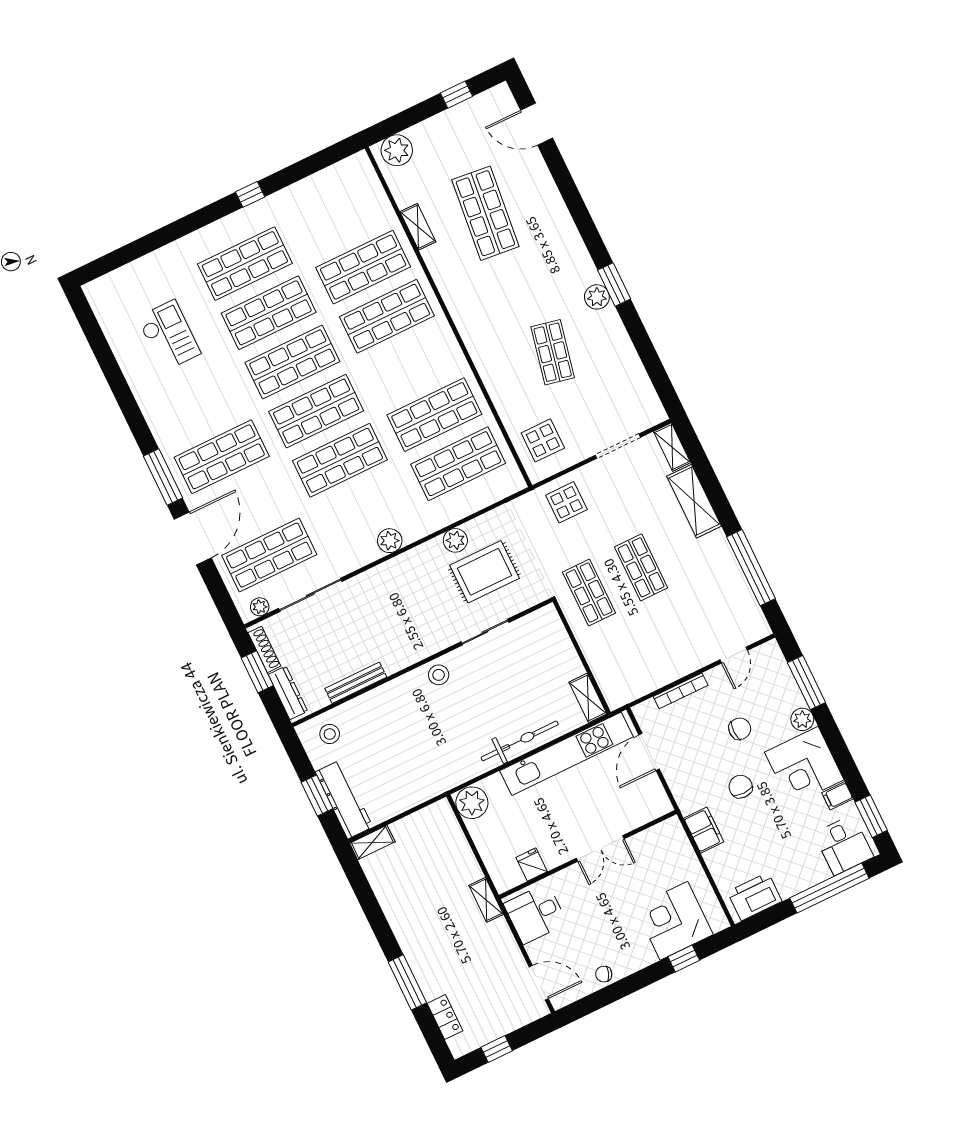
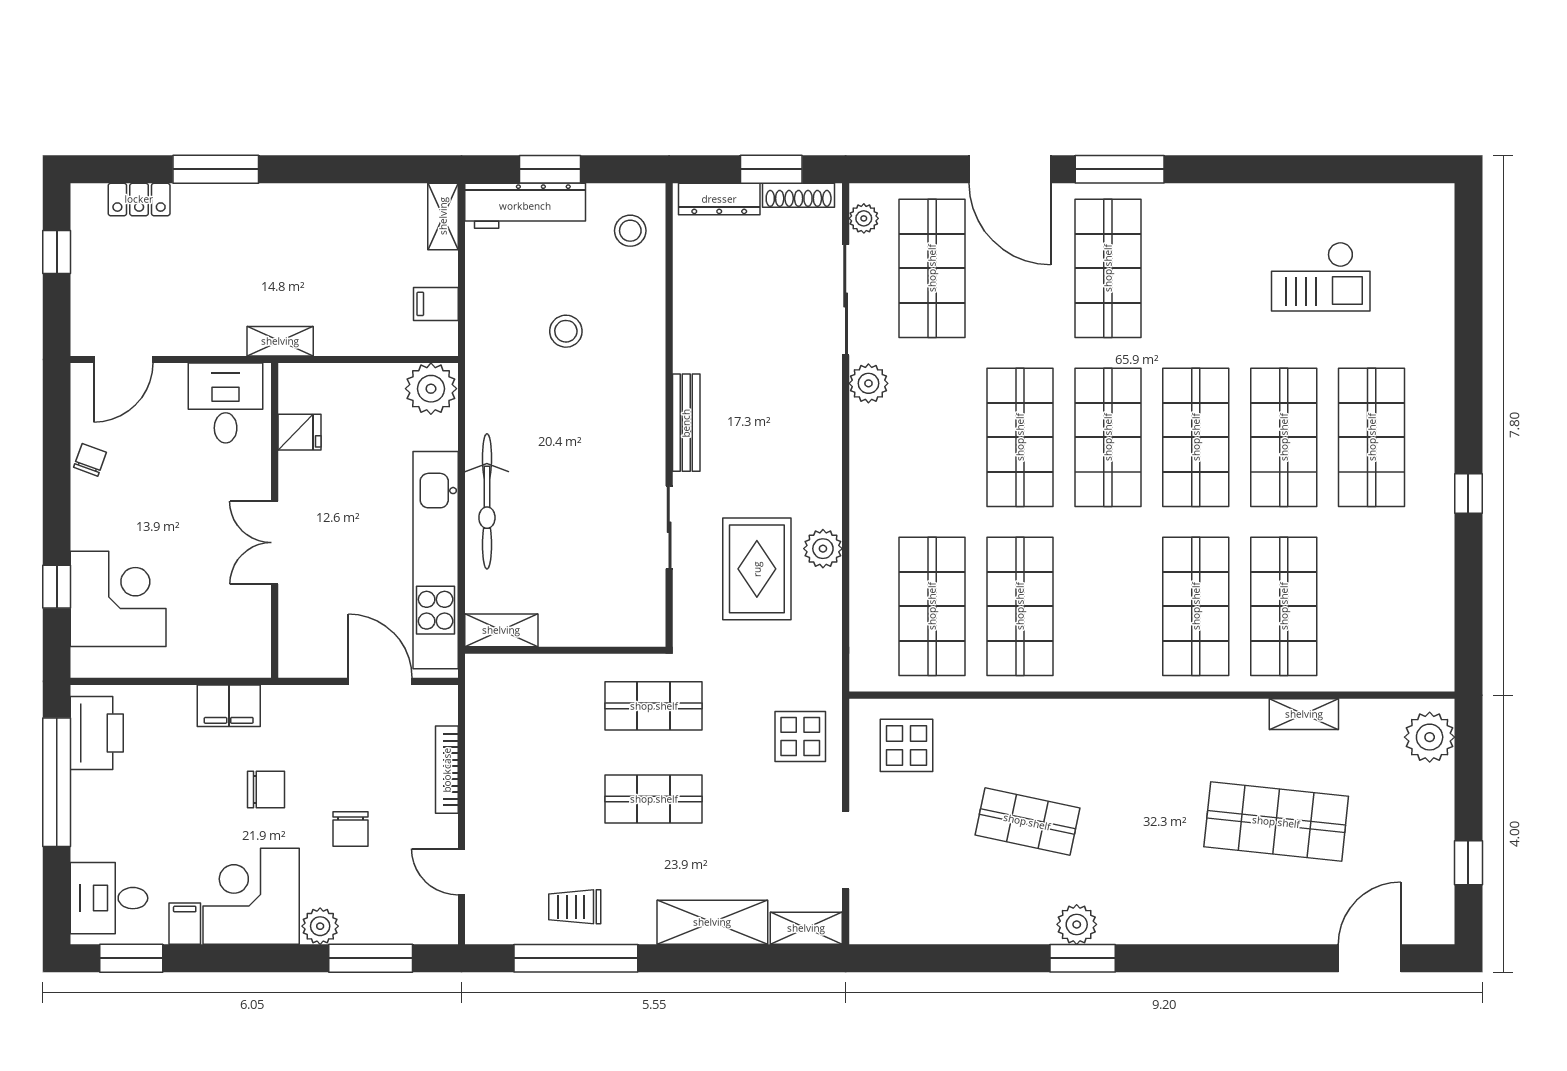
plant: (390, 541) -> (868, 383), moved
trolley: (723, 582) -> (575, 907), added
stool: (439, 675) -> (566, 331), moved
bench: (356, 683) -> (686, 423), moved
filing cabinet: (423, 823) -> (436, 304), added
window: (829, 888) -> (57, 782), moved

